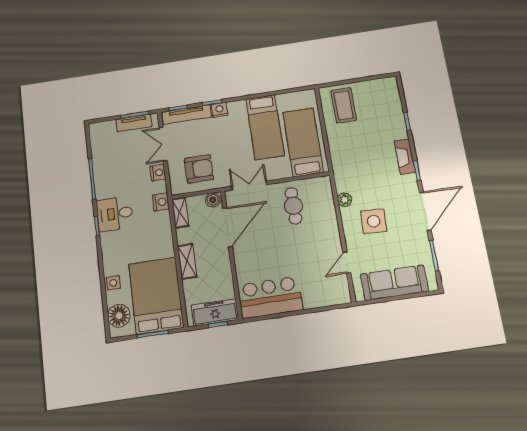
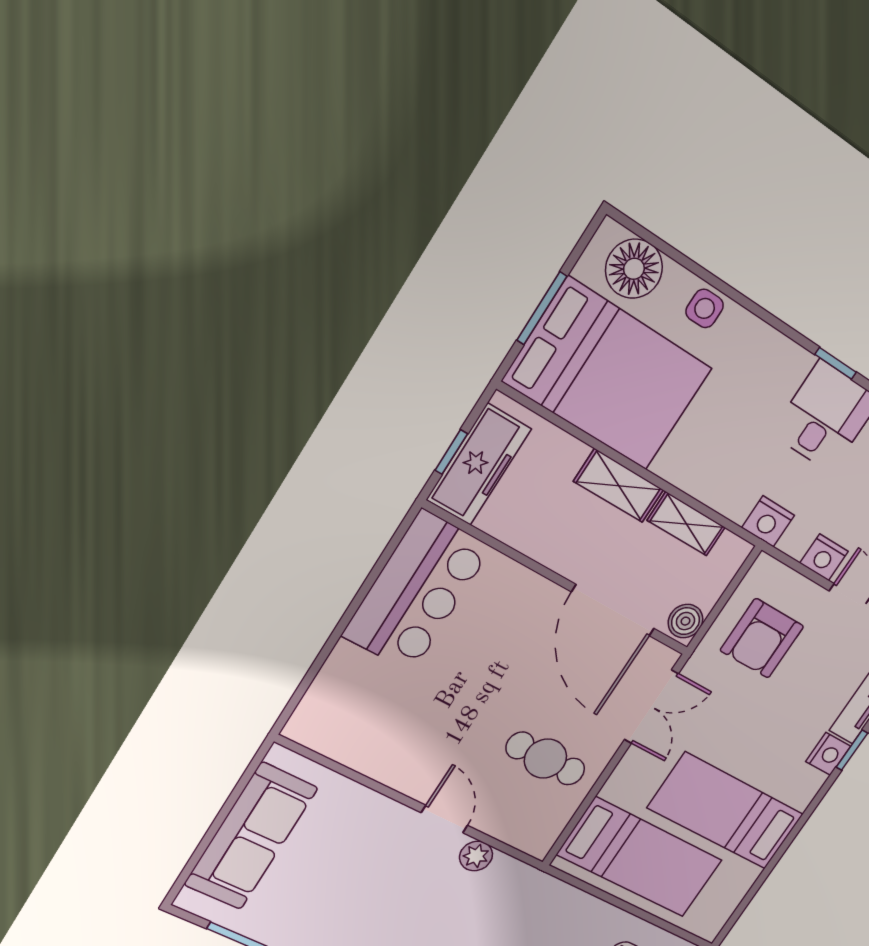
shelving: (180, 213) -> (686, 524), moved
side table: (374, 221) -> (394, 879), removed
door: (347, 263) -> (444, 819), moved

